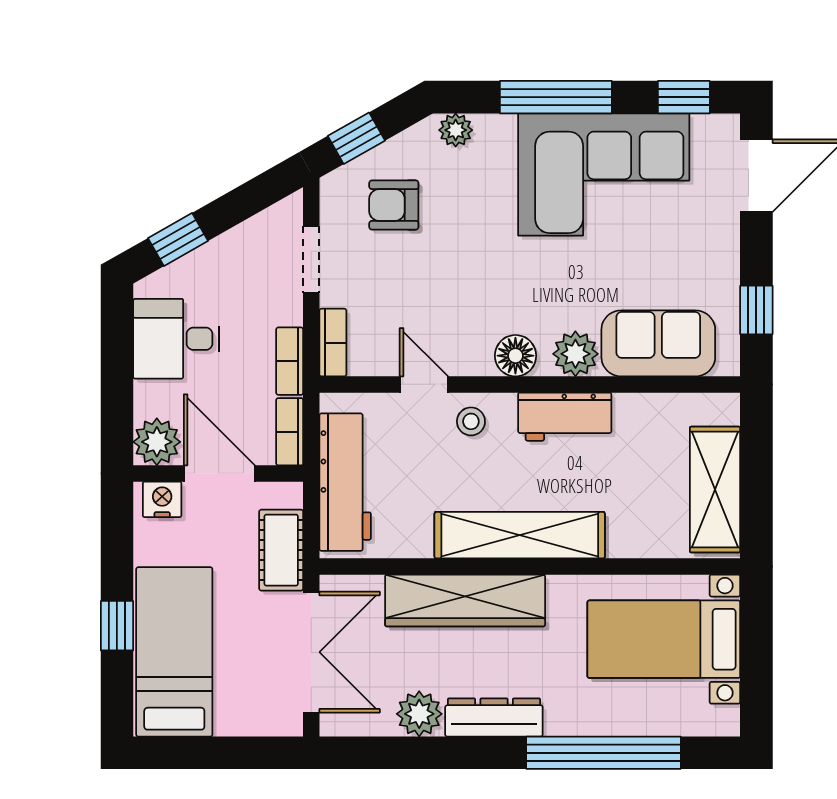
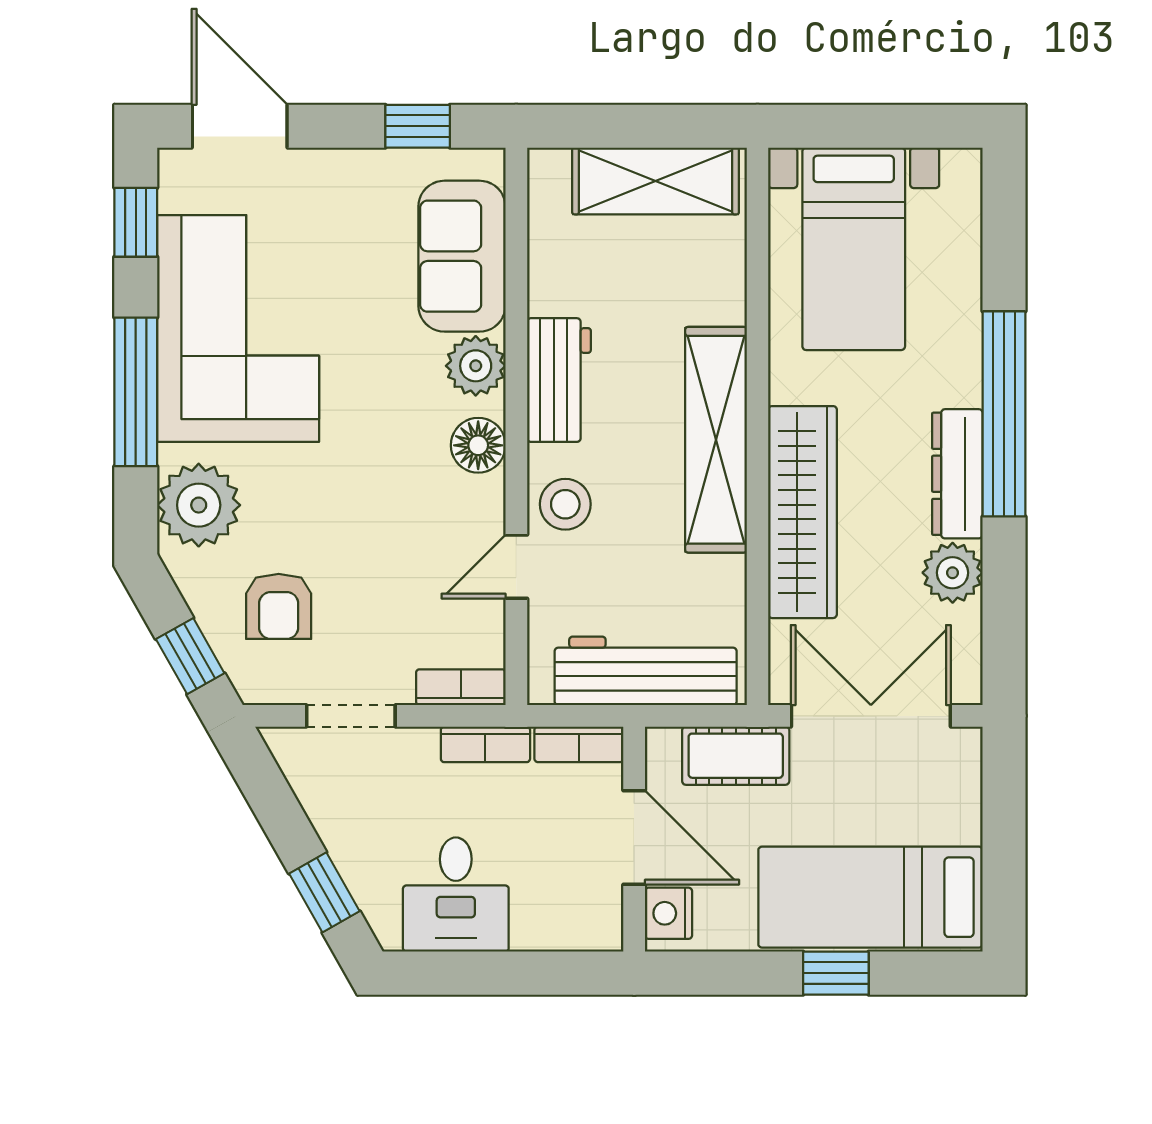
plant: (456, 130) -> (199, 505), width x1.87, depth x1.87
stool: (471, 421) -> (565, 504), width x1.37, depth x1.37
plant: (157, 442) -> (592, 920), removed
door: (219, 473) -> (634, 838), swing flipped
window: (603, 753) -> (1004, 414), moved

